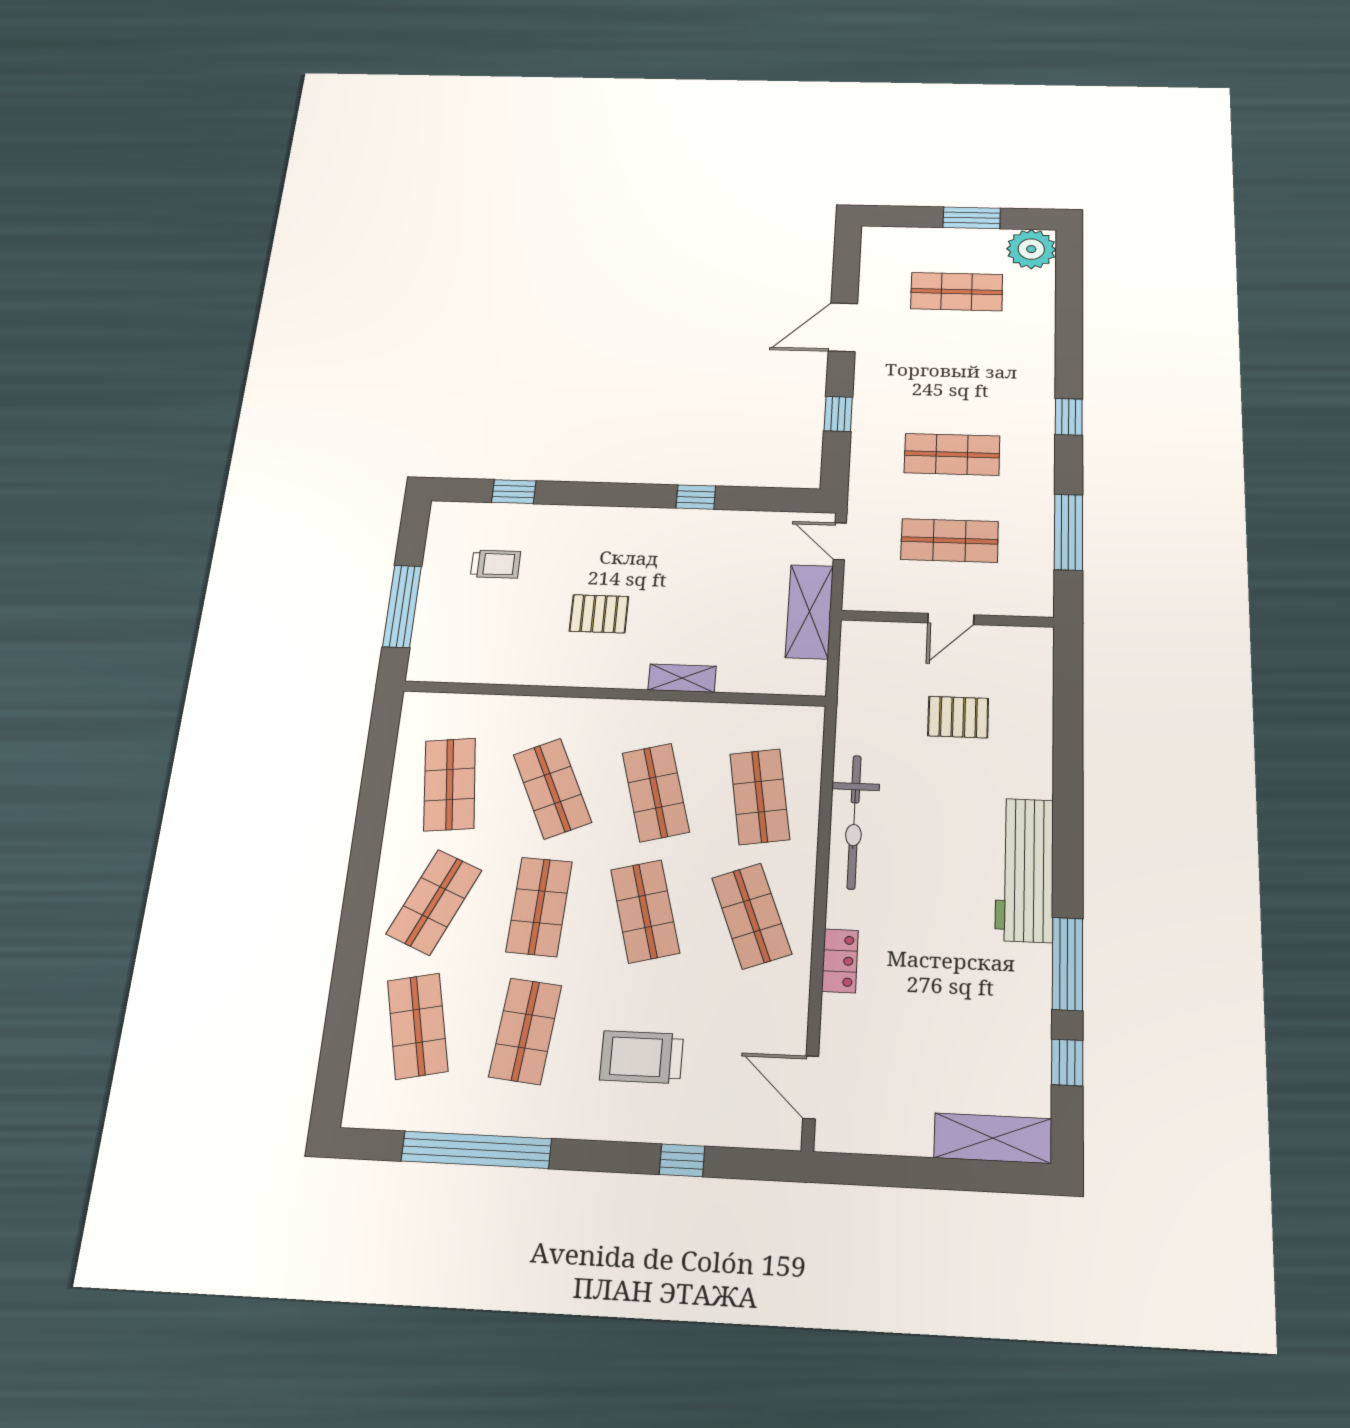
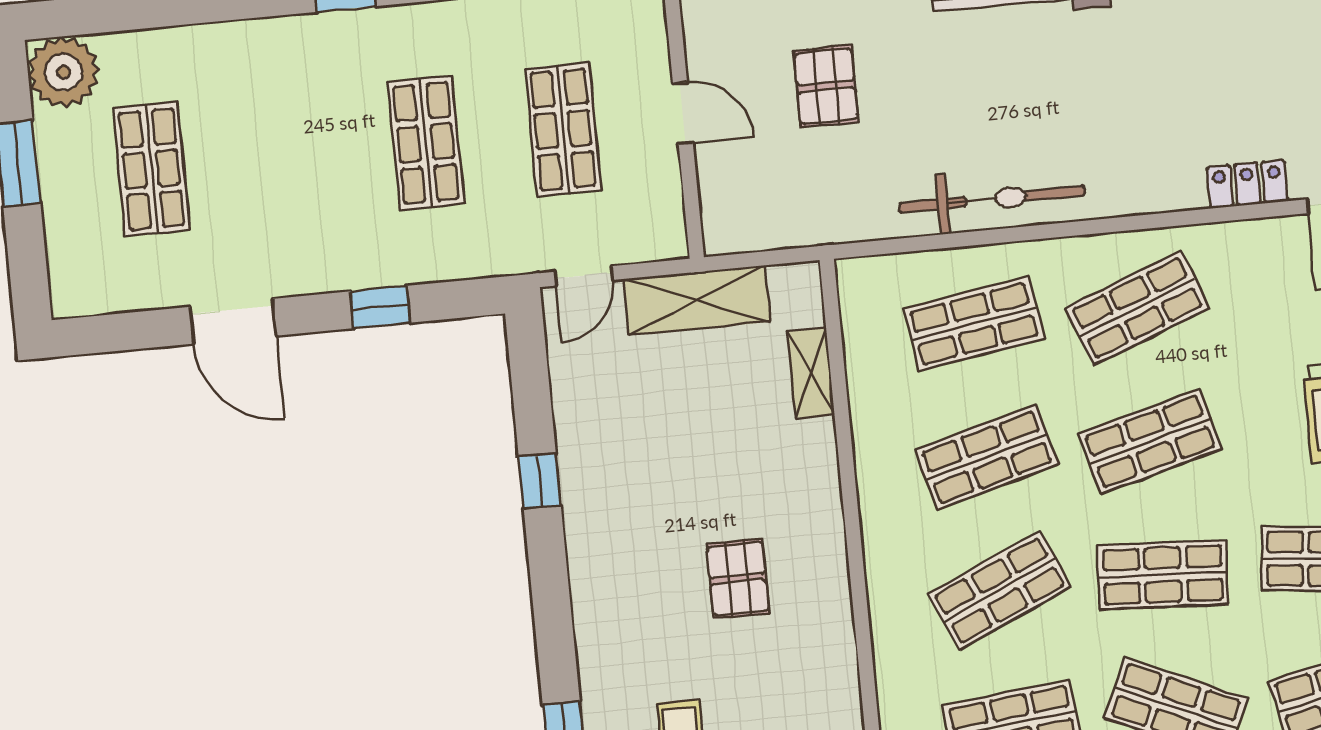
shelving: (682, 678) -> (811, 373), moved
locker: (840, 961) -> (1247, 184), moved

